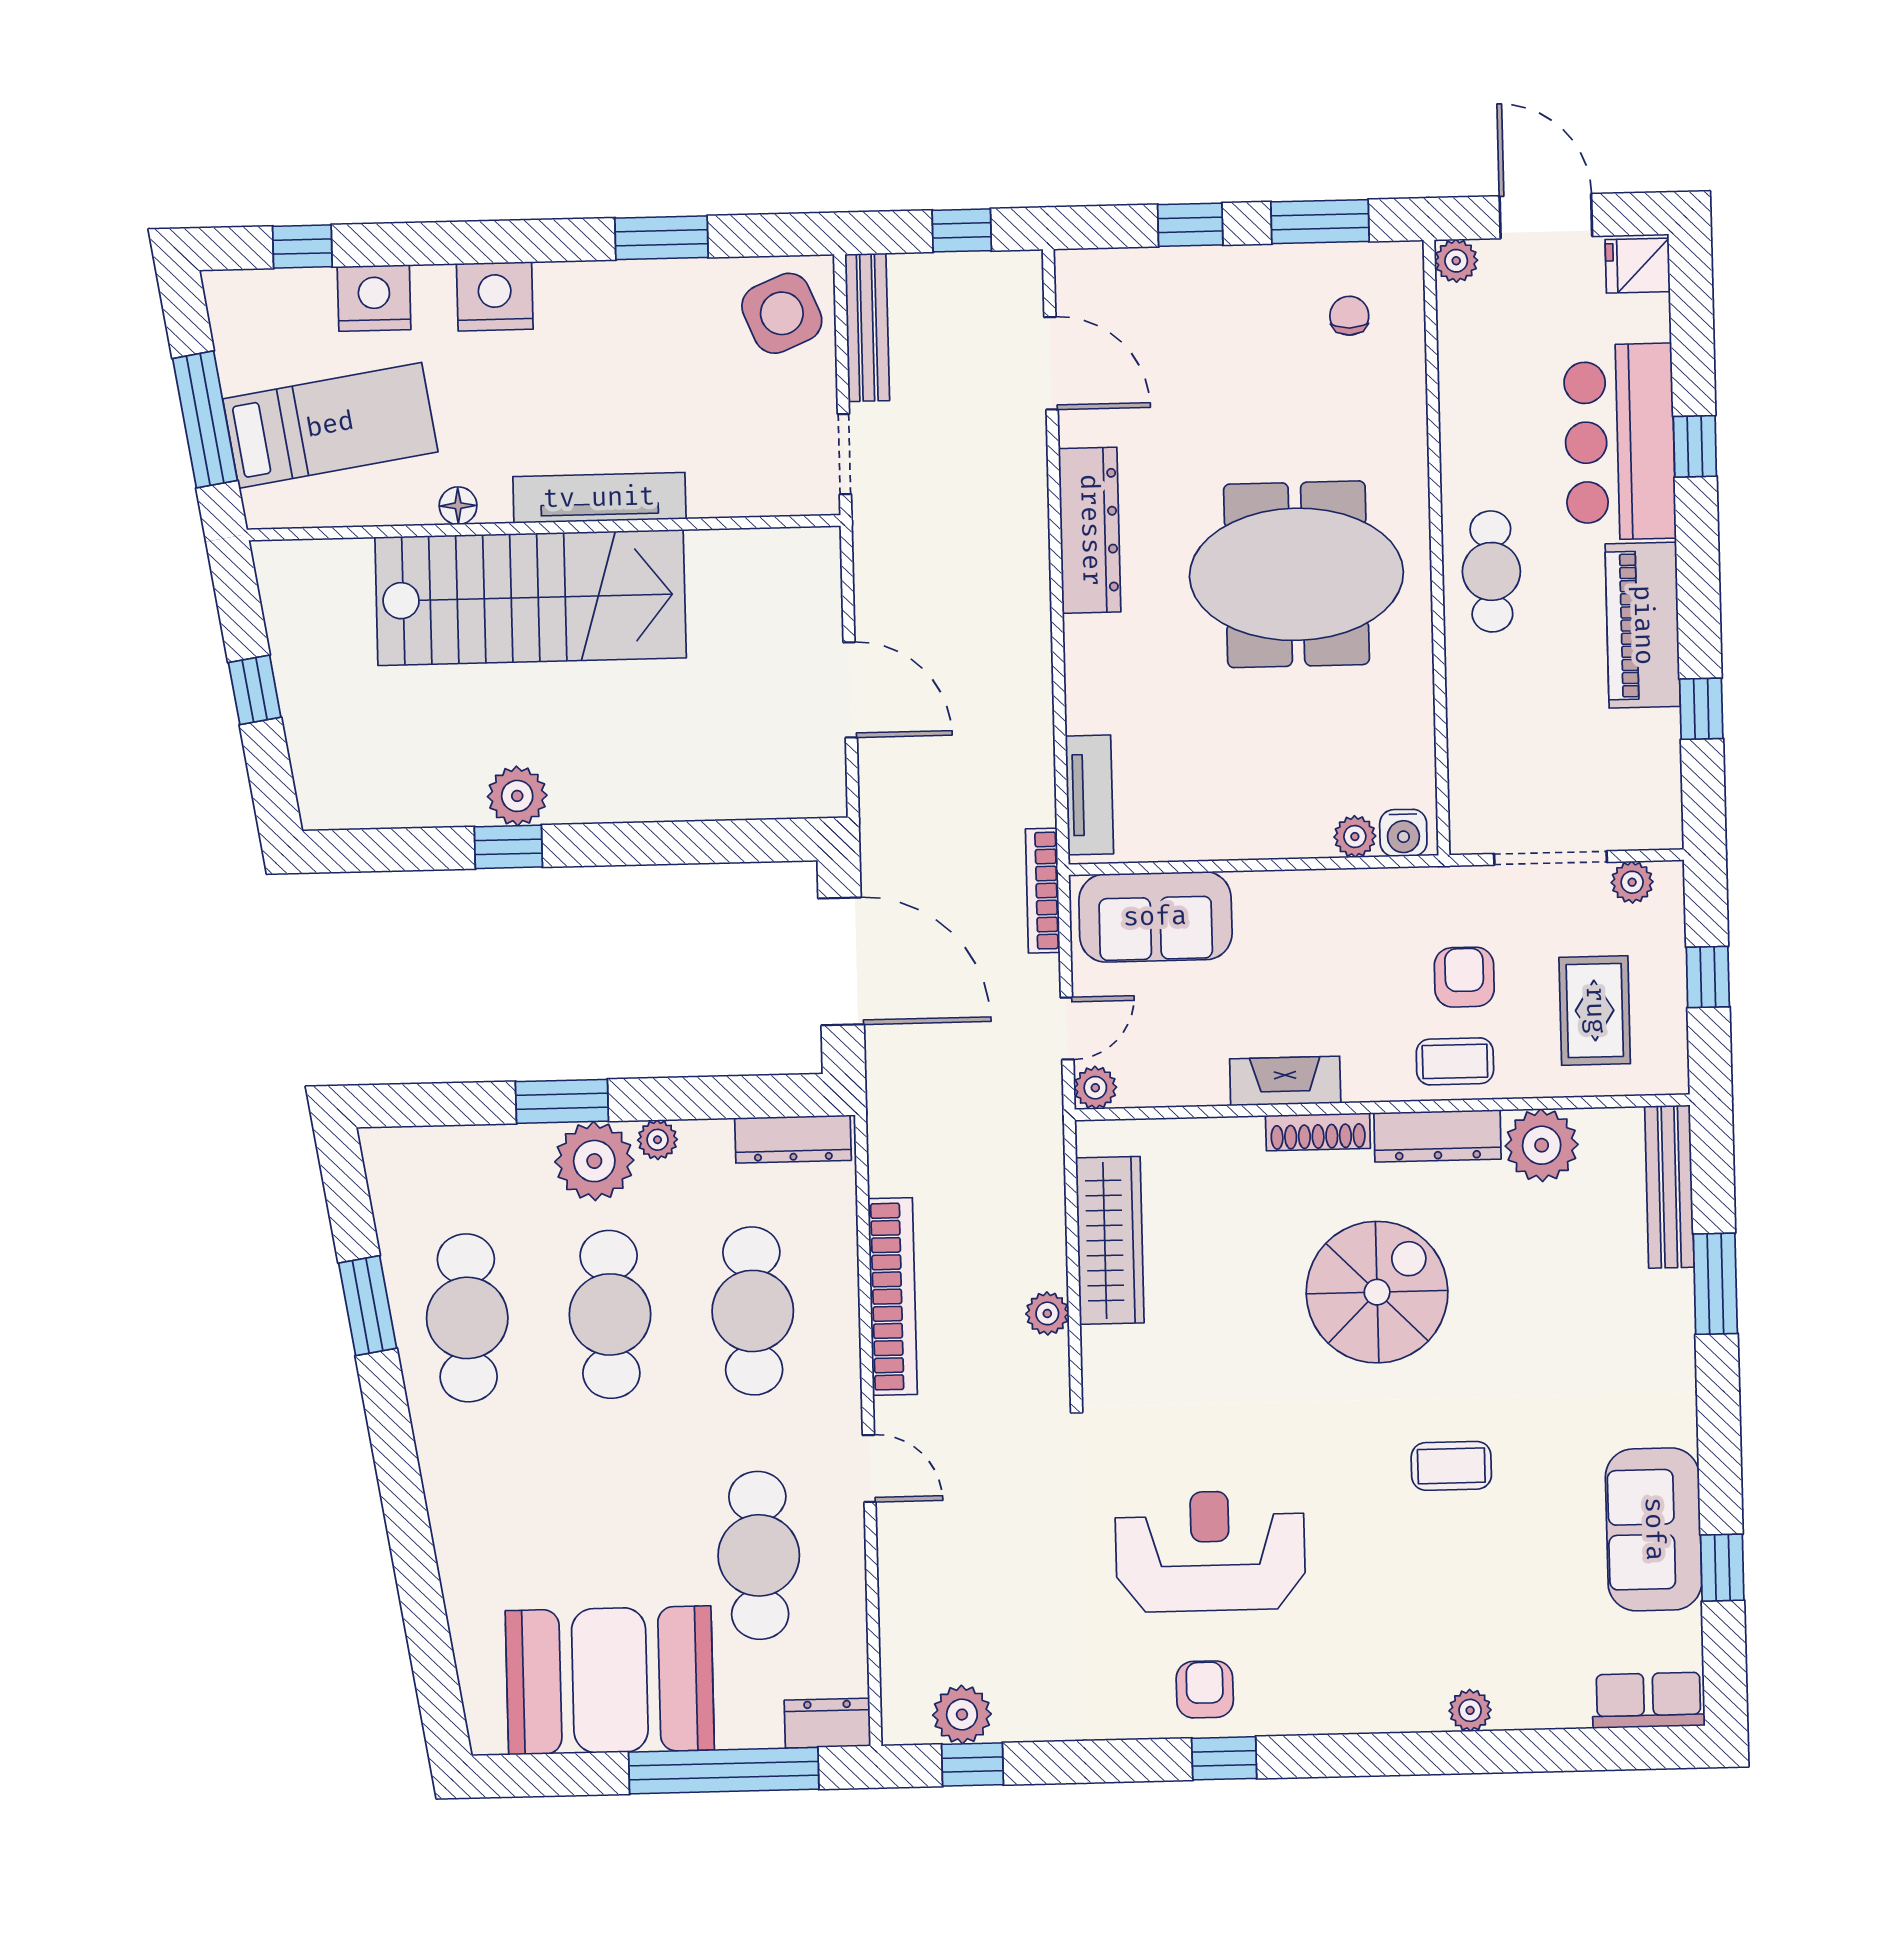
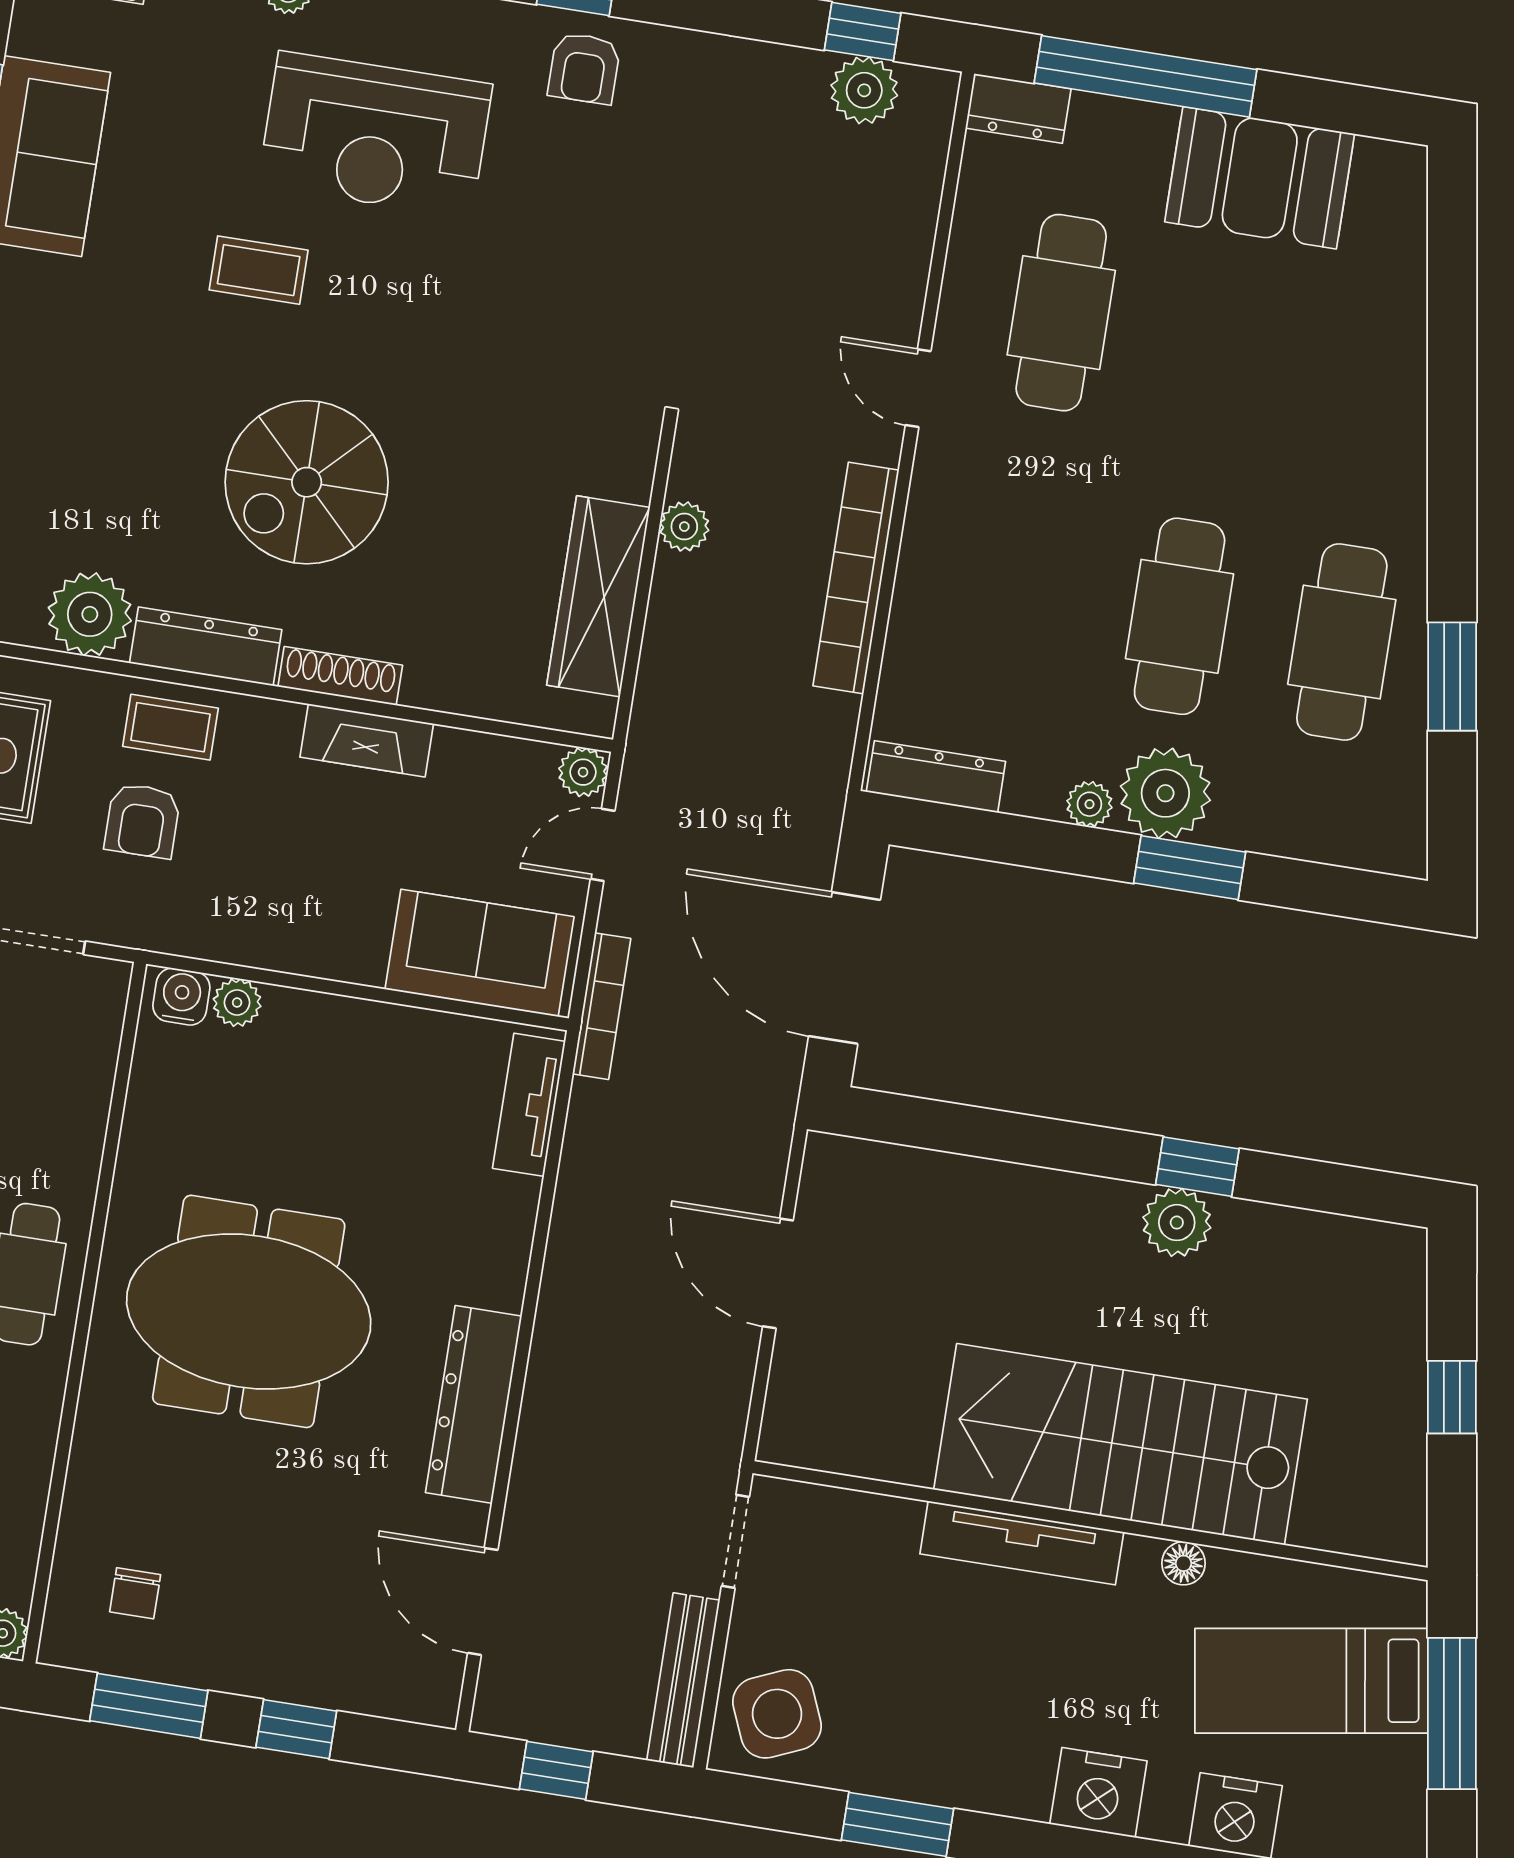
cafe table: (753, 1311) -> (1017, 591), removed
reception desk: (1210, 1551) -> (375, 135), moved
booth: (610, 1680) -> (1260, 178), width x0.73, depth x0.70

